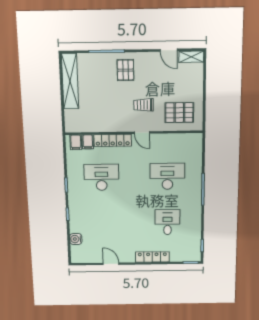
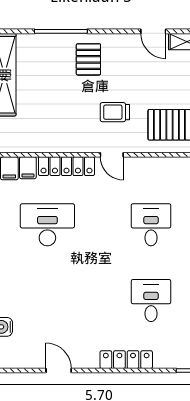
desk: (167, 176) -> (151, 225), width x0.73

